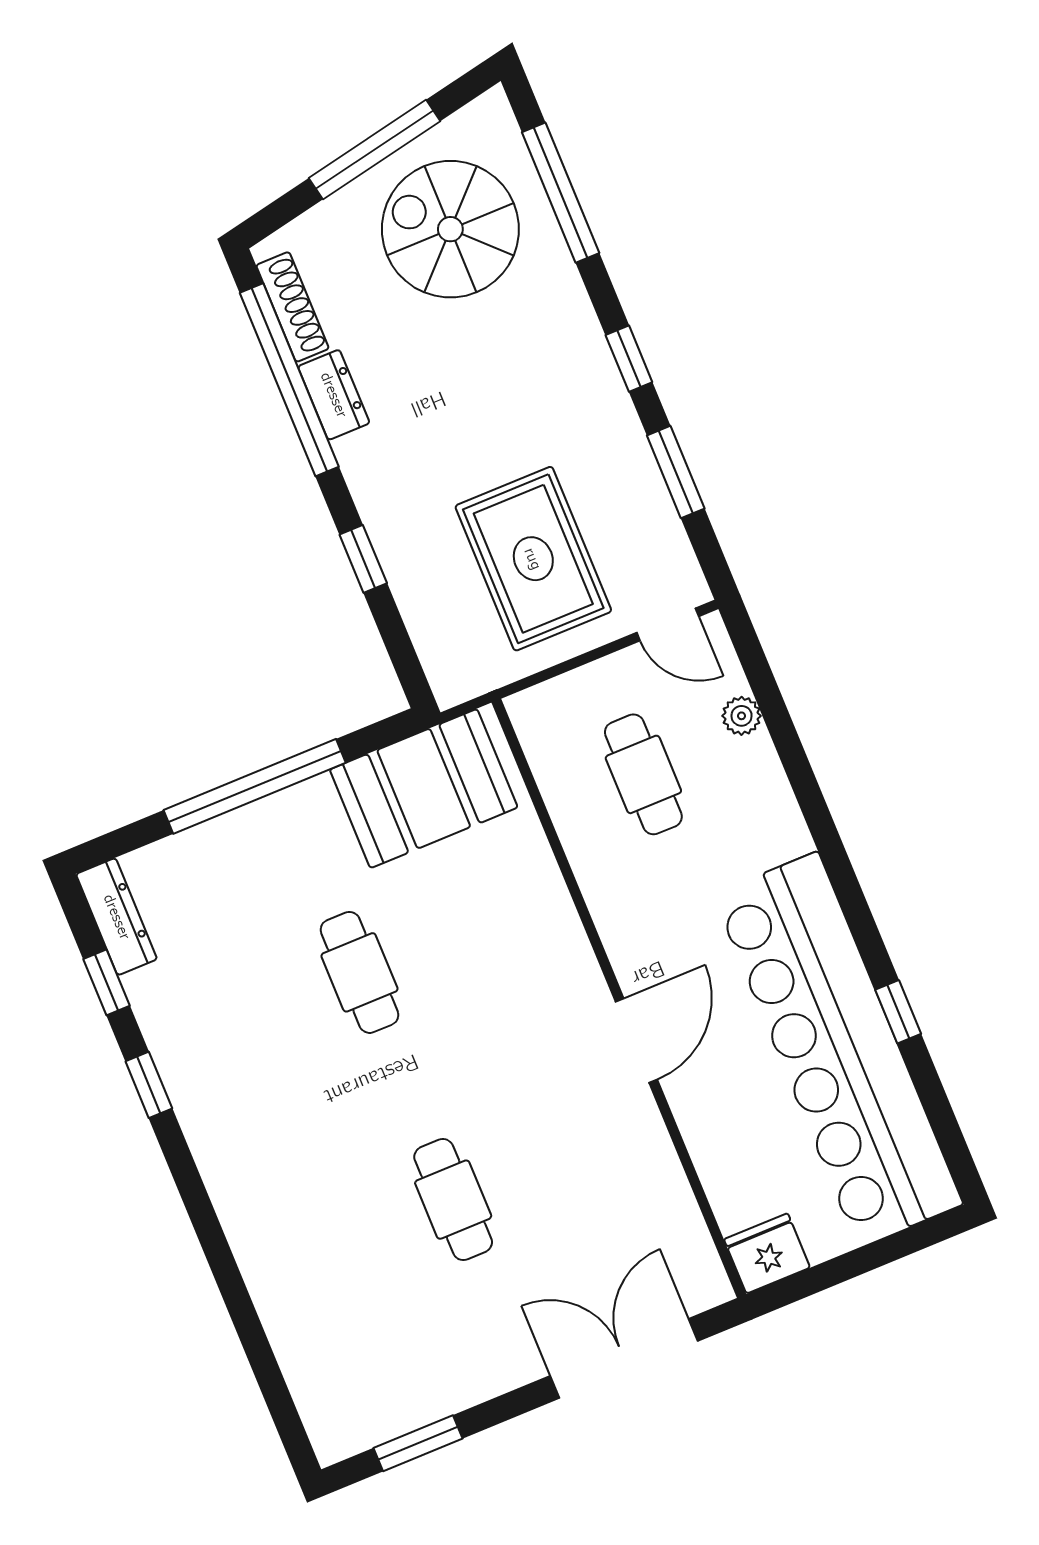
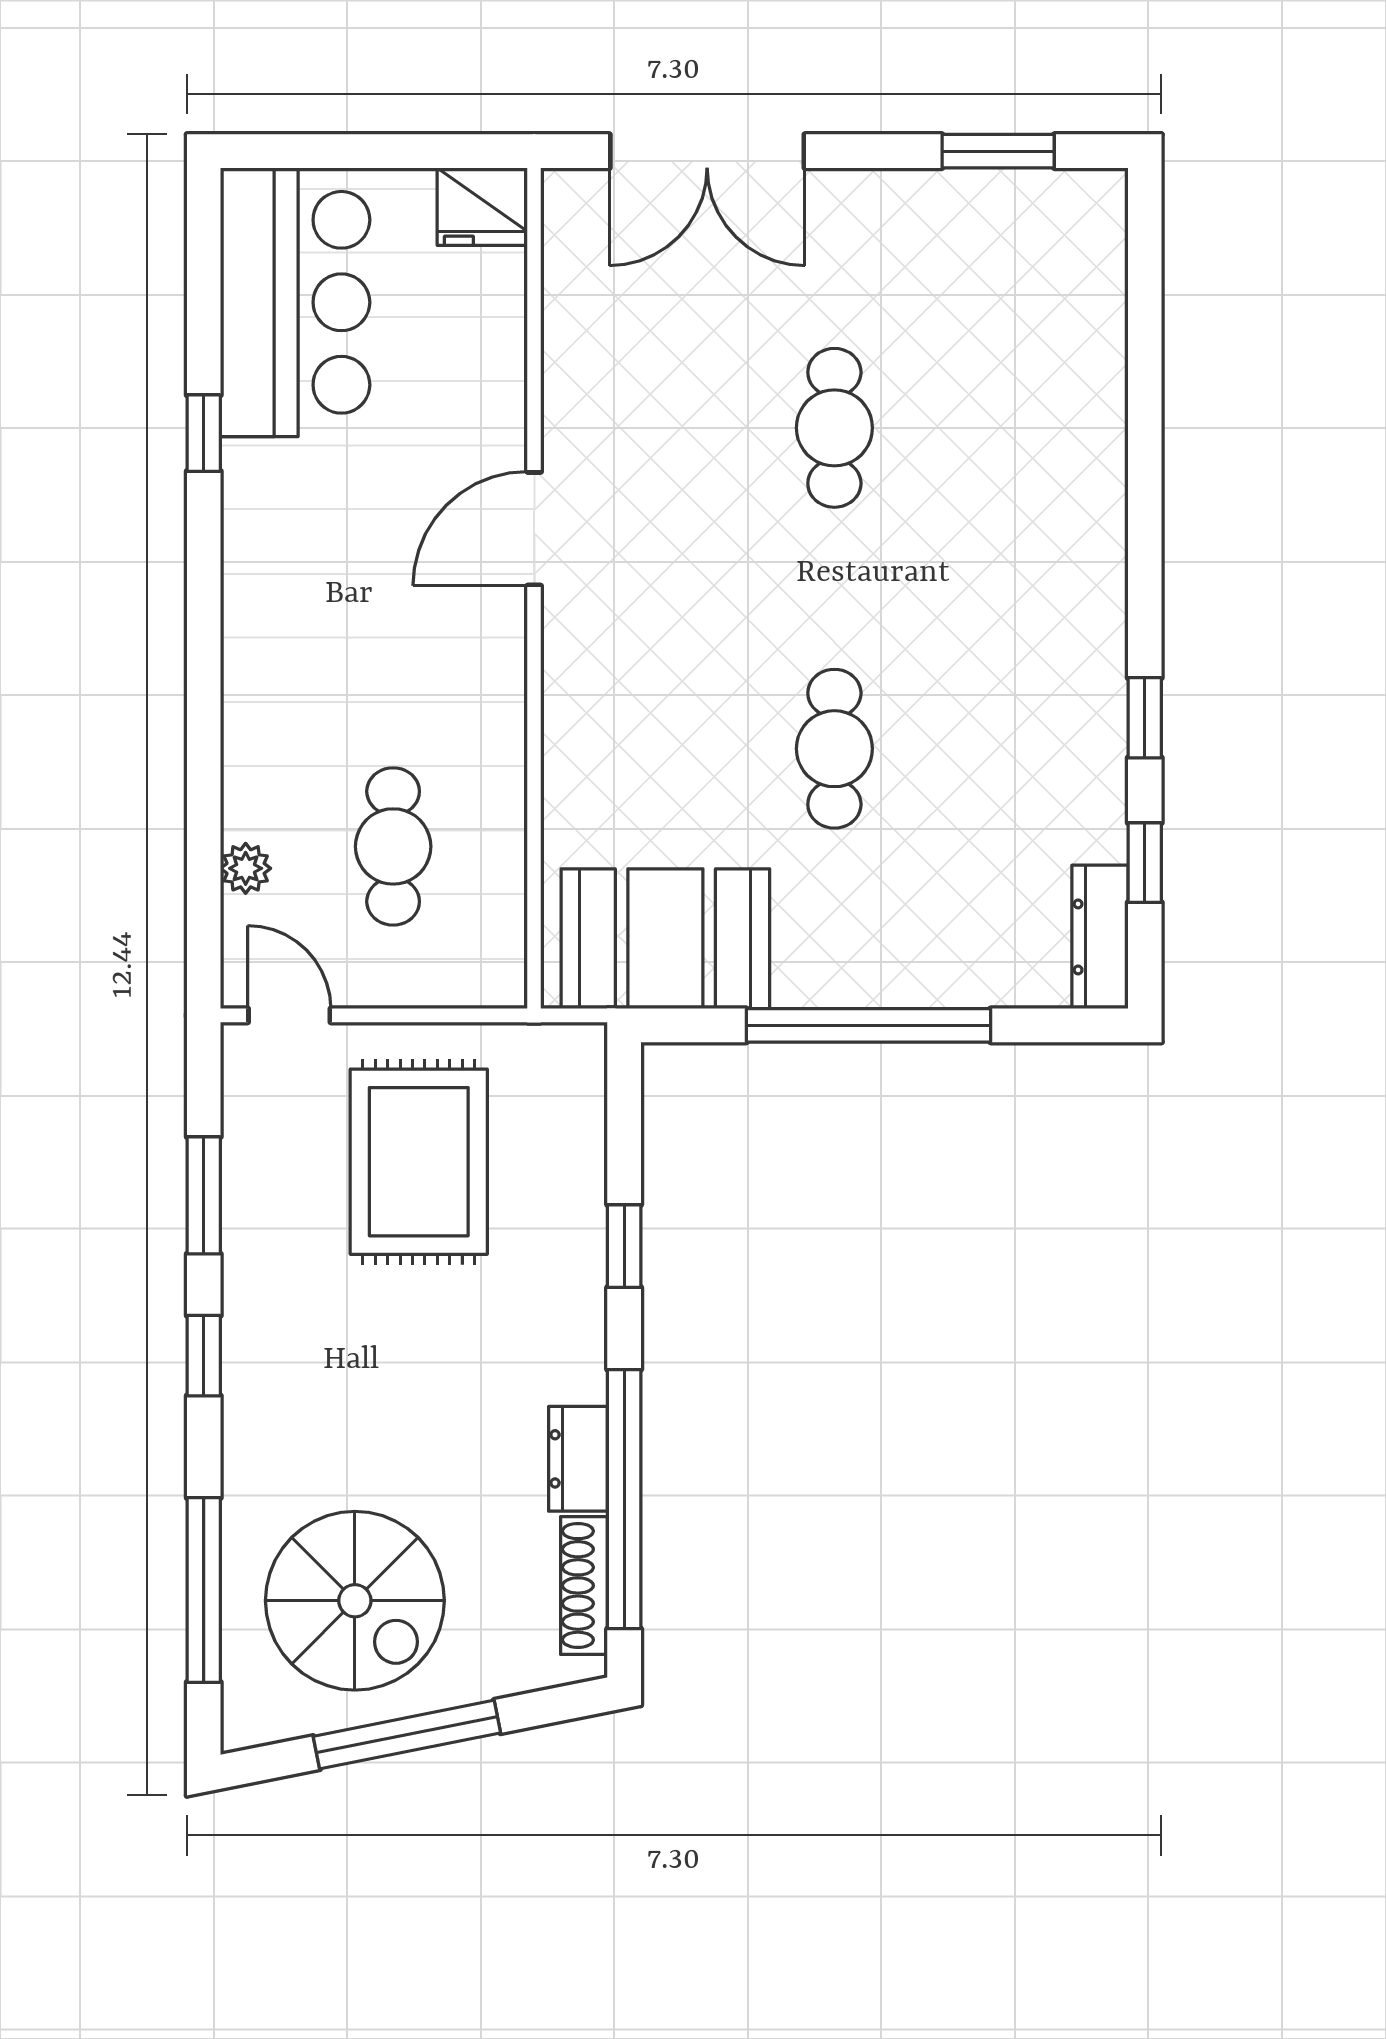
bar counter: (838, 1049) -> (295, 302), width x0.54

